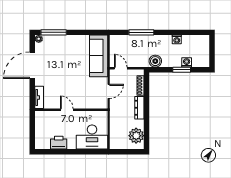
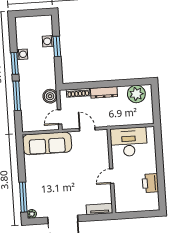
window: (169, 32) -> (15, 63), added
boiler: (155, 61) -> (50, 96), moved
desk: (92, 137) -> (129, 142), moved, turned -90

